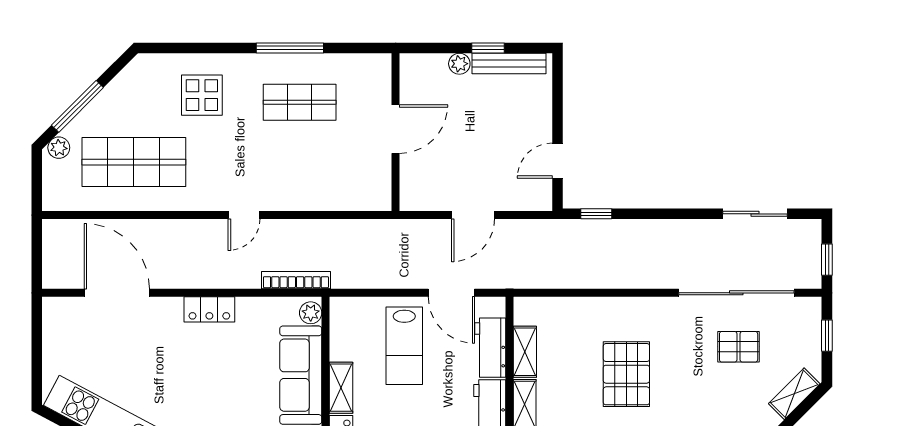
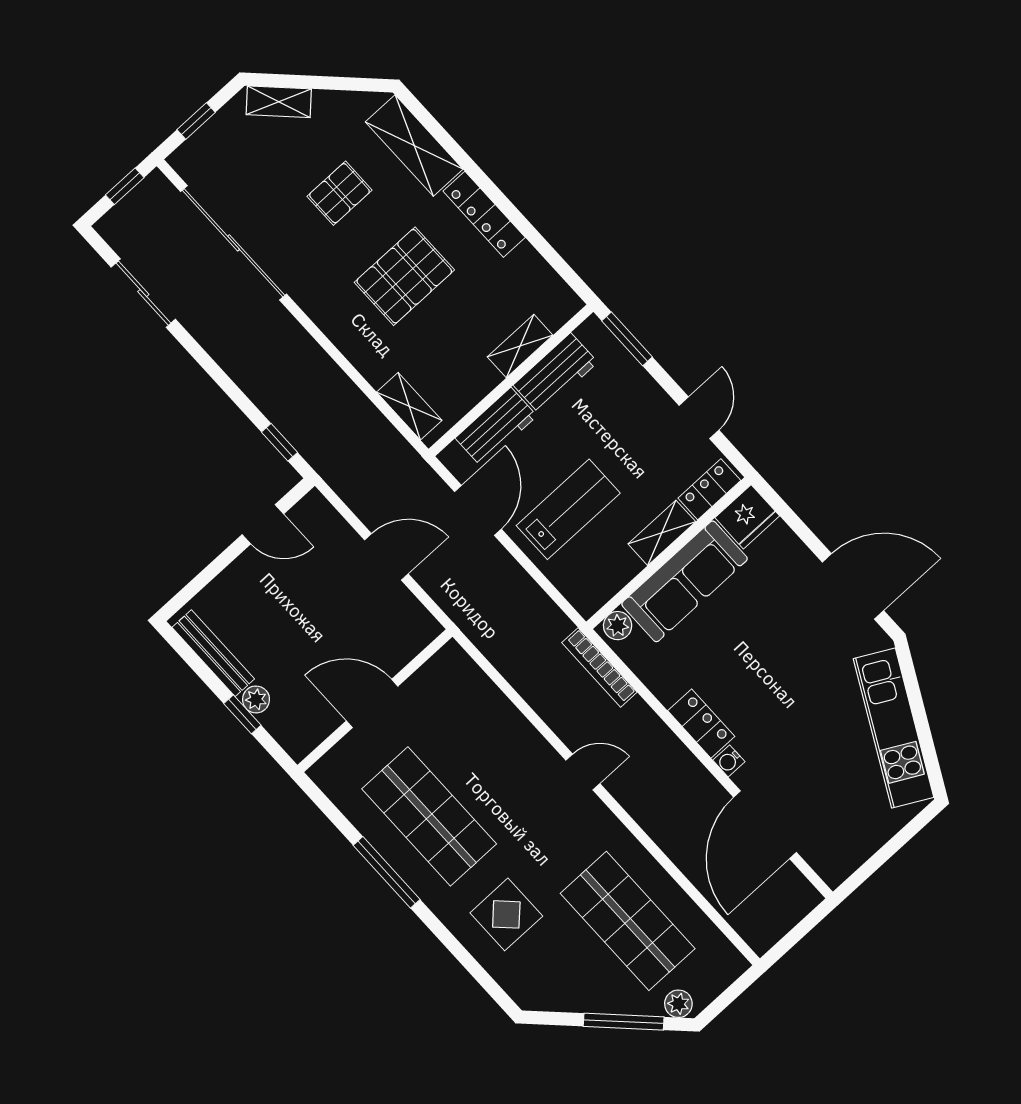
window: (488, 48) -> (242, 714), moved
shop shelf: (300, 102) -> (429, 816), width x1.43, depth x1.36
water cooler: (173, 306) -> (729, 761), added
pallet: (739, 347) -> (339, 193), moved, turned 90
shelving: (525, 352) -> (409, 406), moved, turned 90

